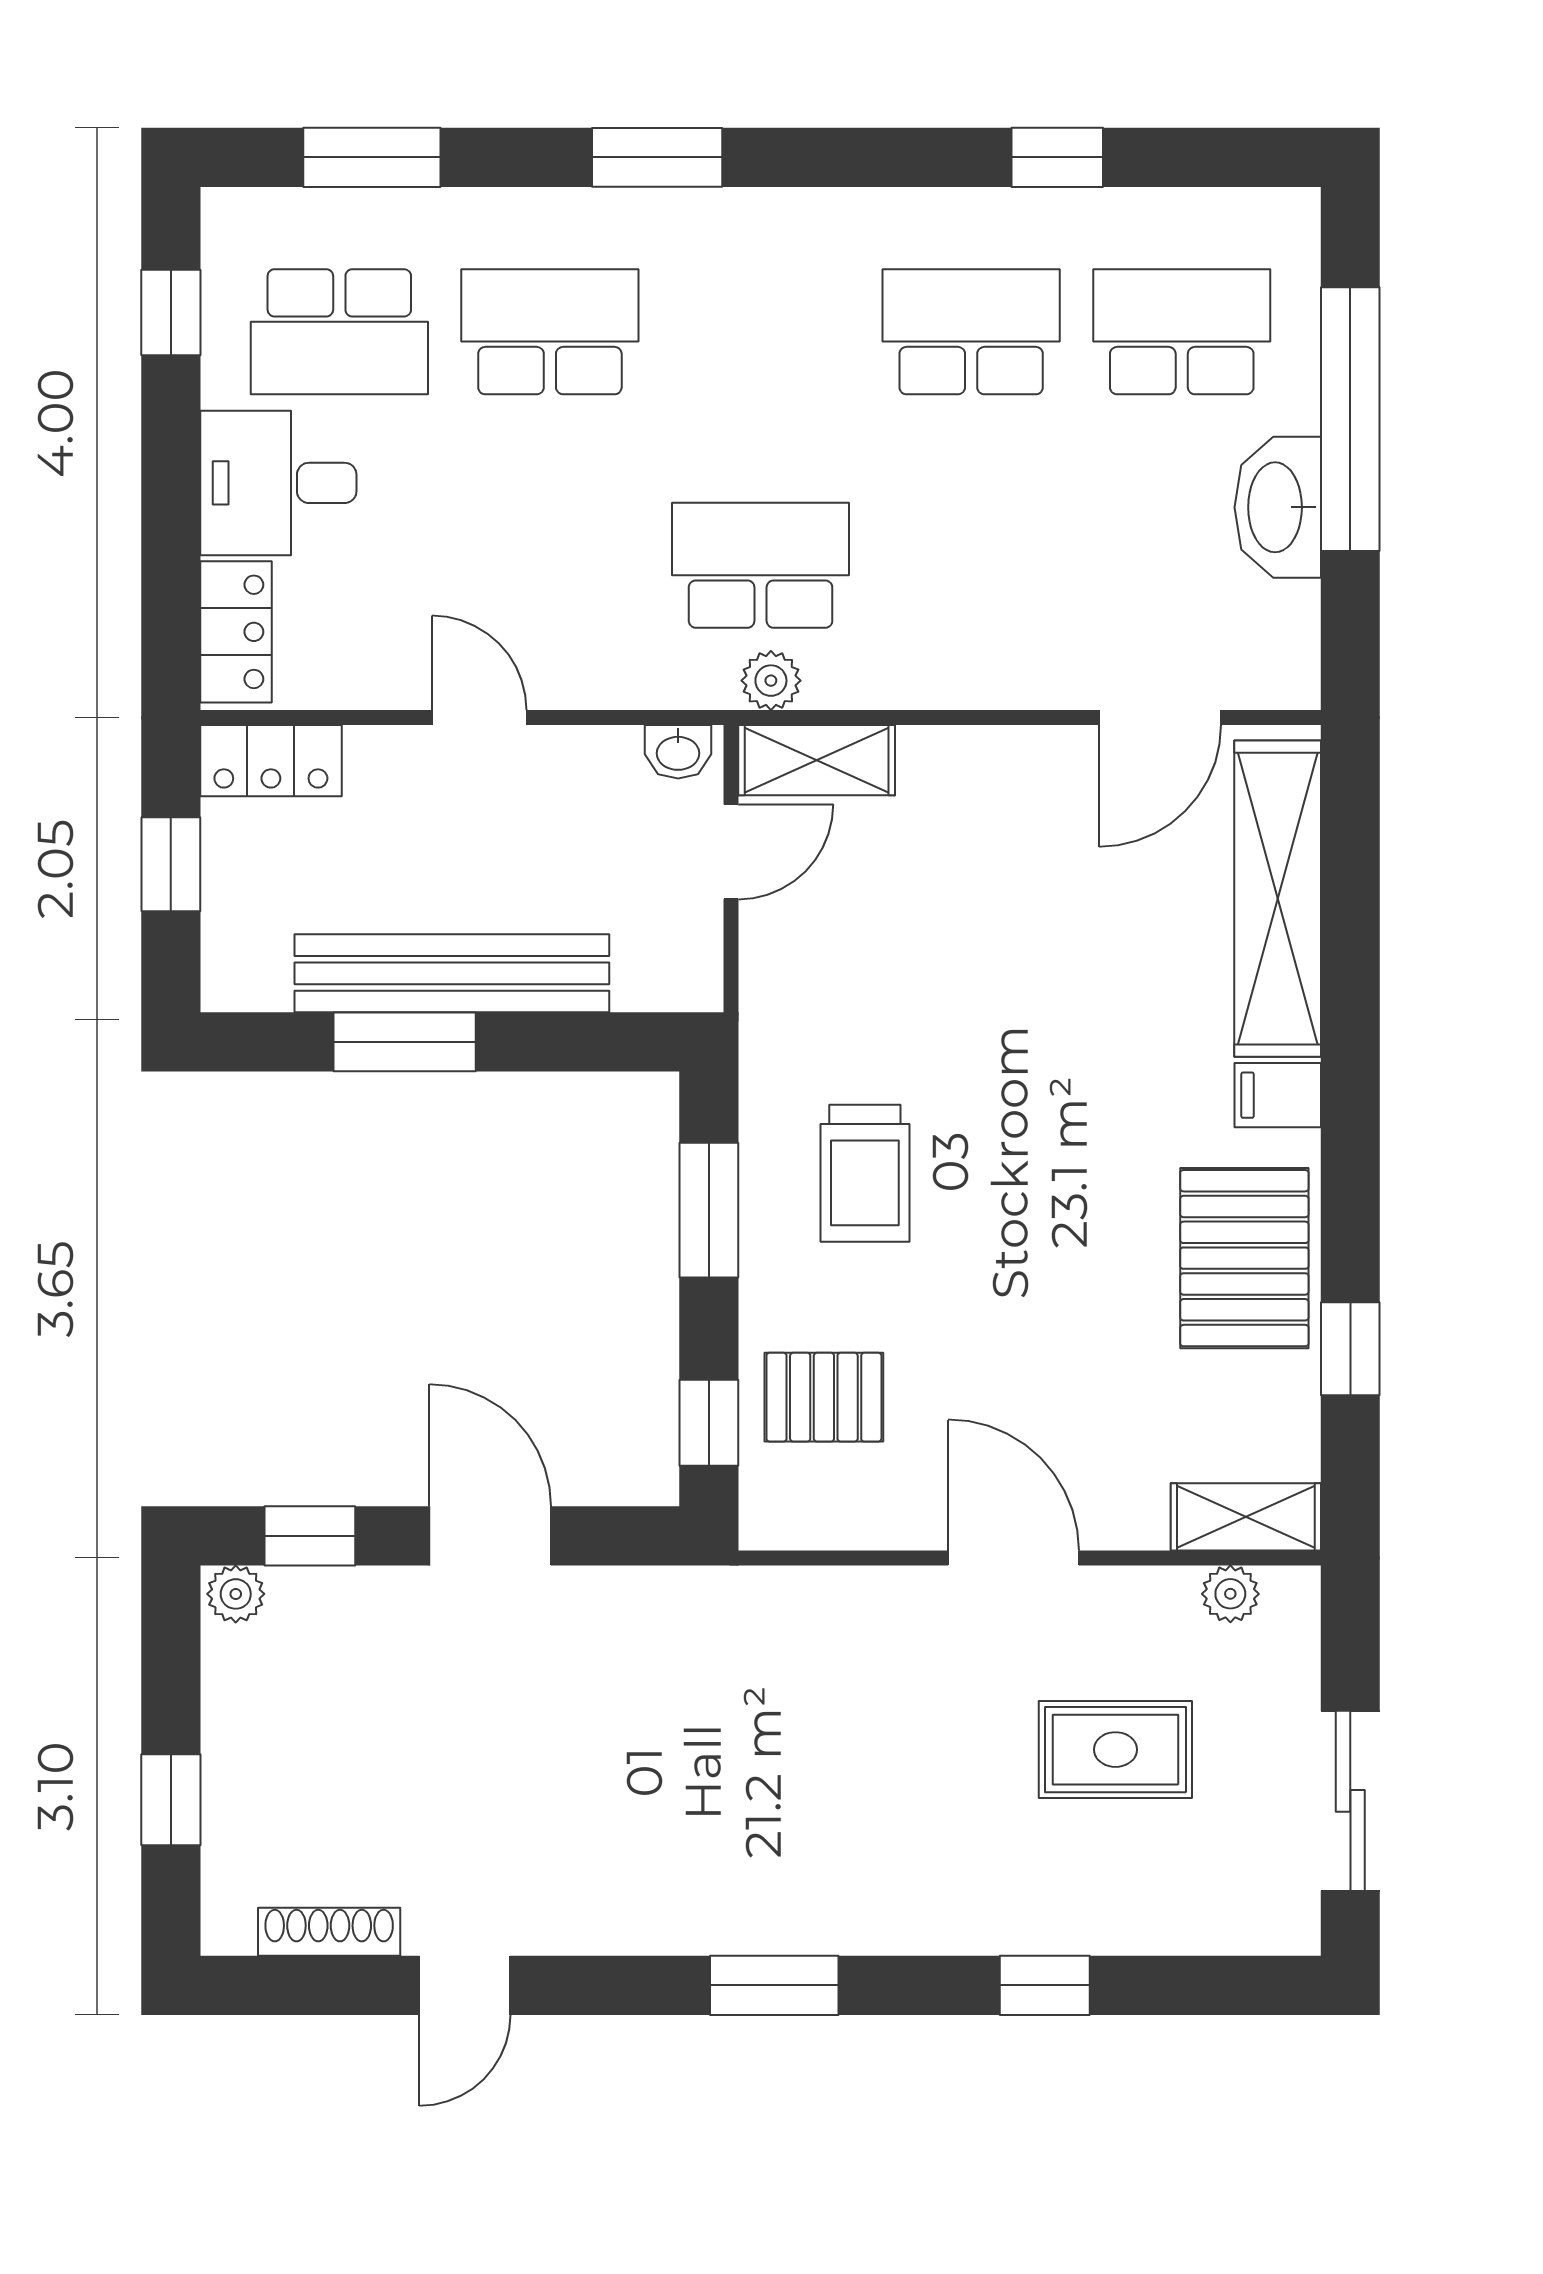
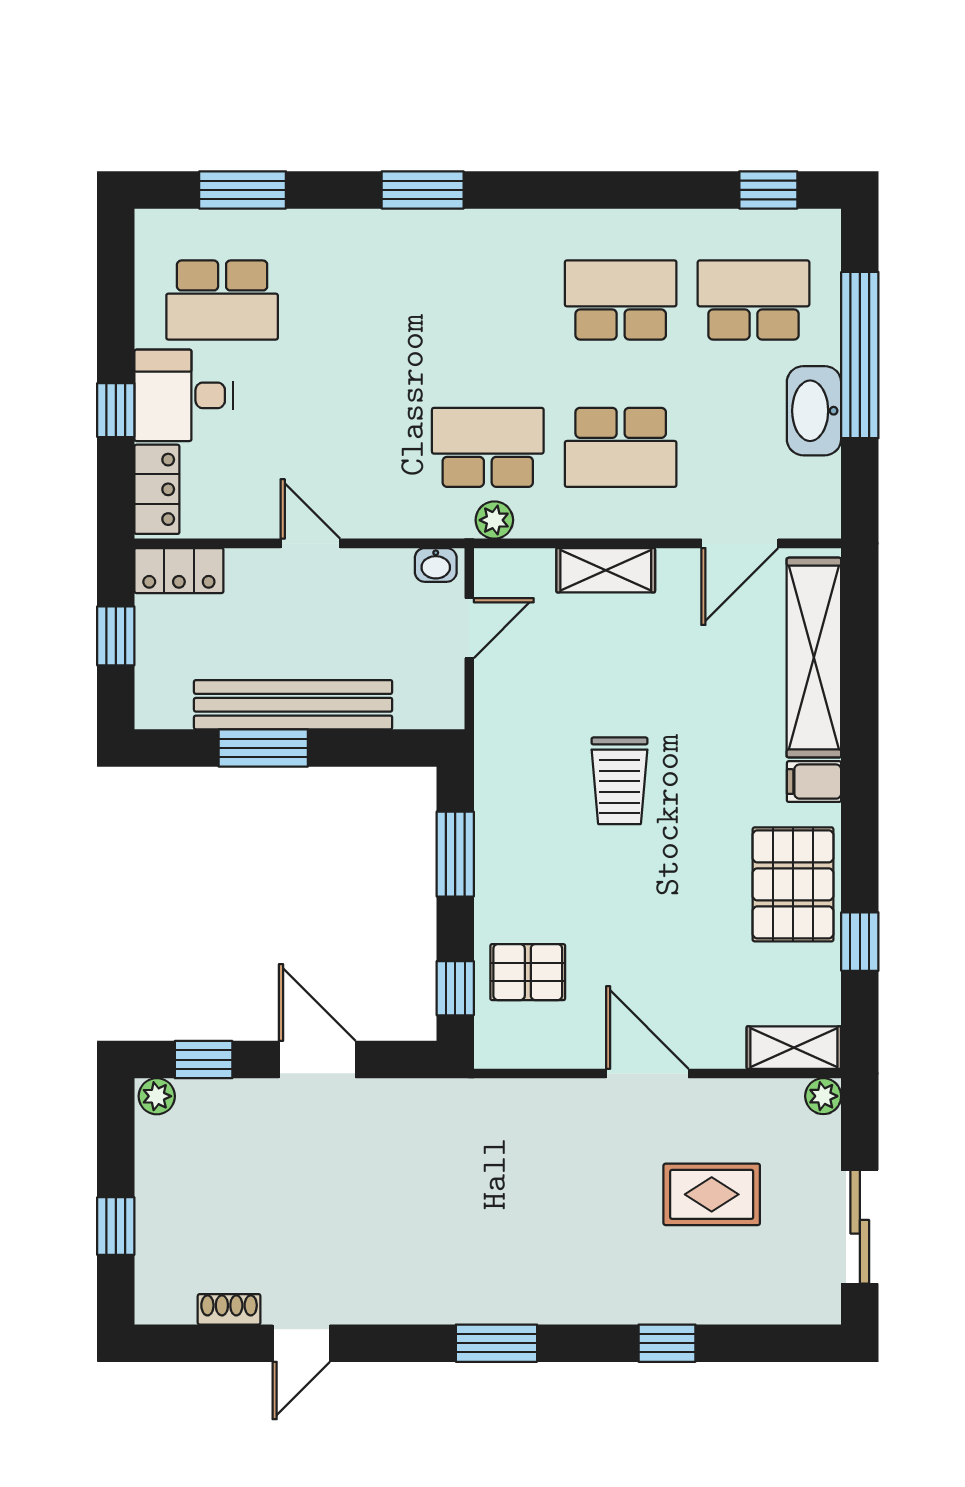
window: (1057, 157) -> (768, 190), moved
window: (171, 313) -> (116, 410), moved
school desk: (550, 332) -> (621, 447), moved, turned 180
shelving: (817, 760) -> (606, 570), moved
trolley: (865, 1173) -> (620, 781), moved
plant: (1230, 1594) -> (823, 1096), moved
shoe rack: (329, 1932) -> (229, 1309), width x0.70

